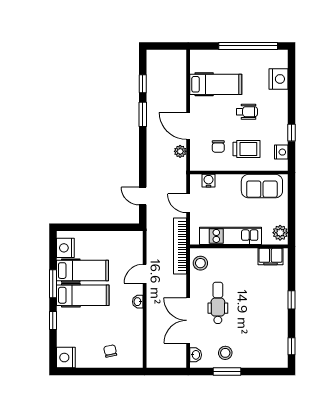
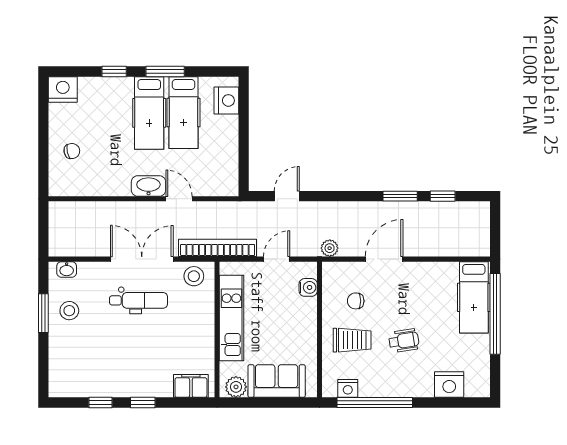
window: (248, 46) -> (495, 314), moved
hospital bed: (216, 84) -> (474, 297), moved
wheelchair: (247, 112) -> (404, 341), turned -99
window: (291, 133) -> (375, 402), width x3.17
trolley: (246, 149) -> (352, 340), turned -90
plant: (180, 151) -> (330, 248), moved
sofa: (262, 186) -> (277, 381), moved, turned 90
nightstand: (65, 248) -> (226, 100), moved, turned 90
filing cabinet: (270, 256) -> (191, 386), moved, turned 90
washbasin: (138, 302) -> (148, 186), width x1.91, depth x1.45
double door: (188, 320) -> (142, 259), moved
window: (291, 346) -> (101, 402), moved

